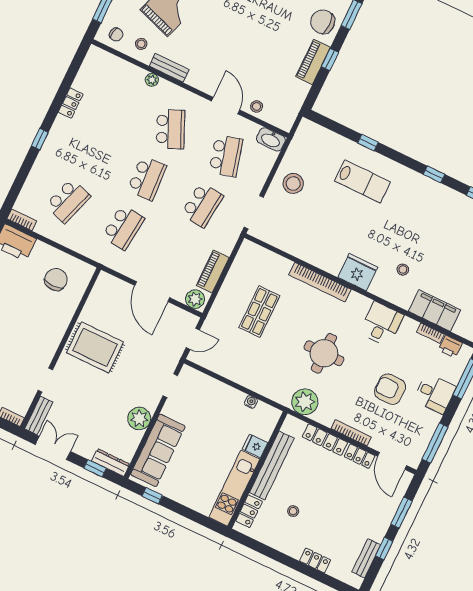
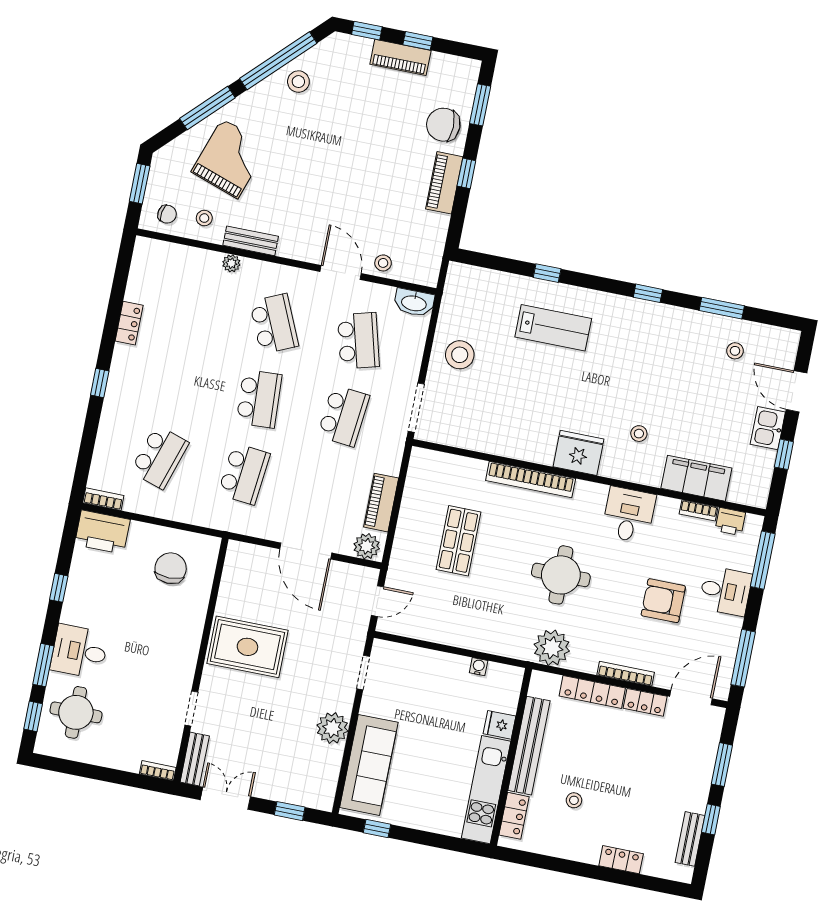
door: (392, 461) -> (691, 698), swing flipped
dresser: (111, 463) -> (309, 798), removed

